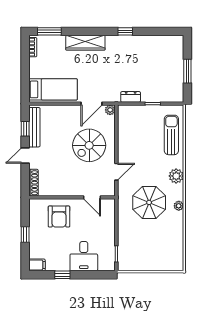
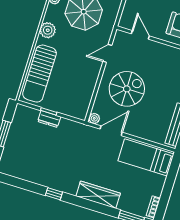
dresser: (131, 97) -> (49, 119), moved
sun lounger: (171, 135) -> (40, 74), width x1.36, depth x1.34

